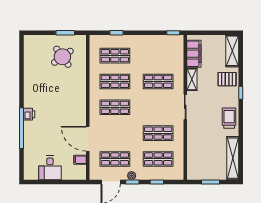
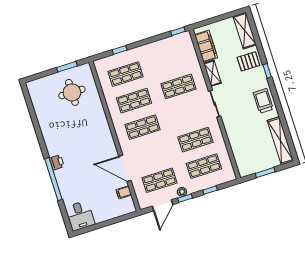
round table: (62, 57) -> (72, 92), turned 36
desk: (50, 168) -> (80, 216), moved

